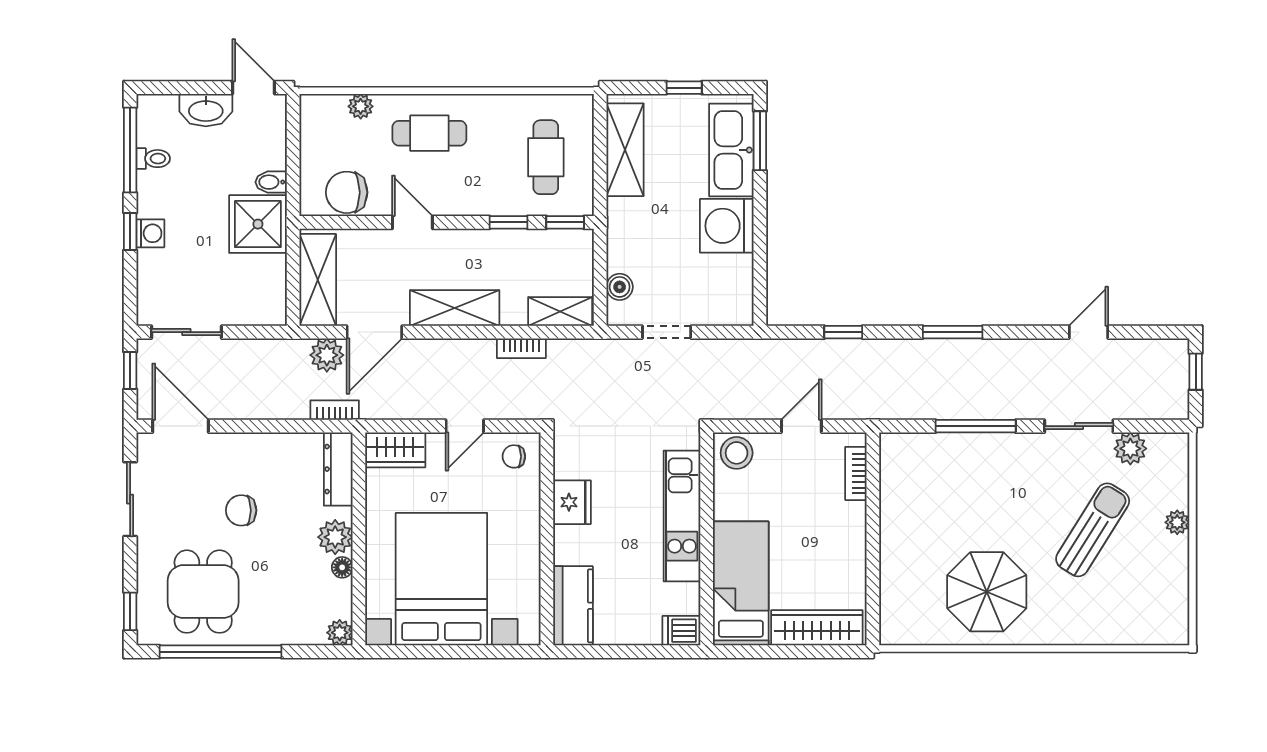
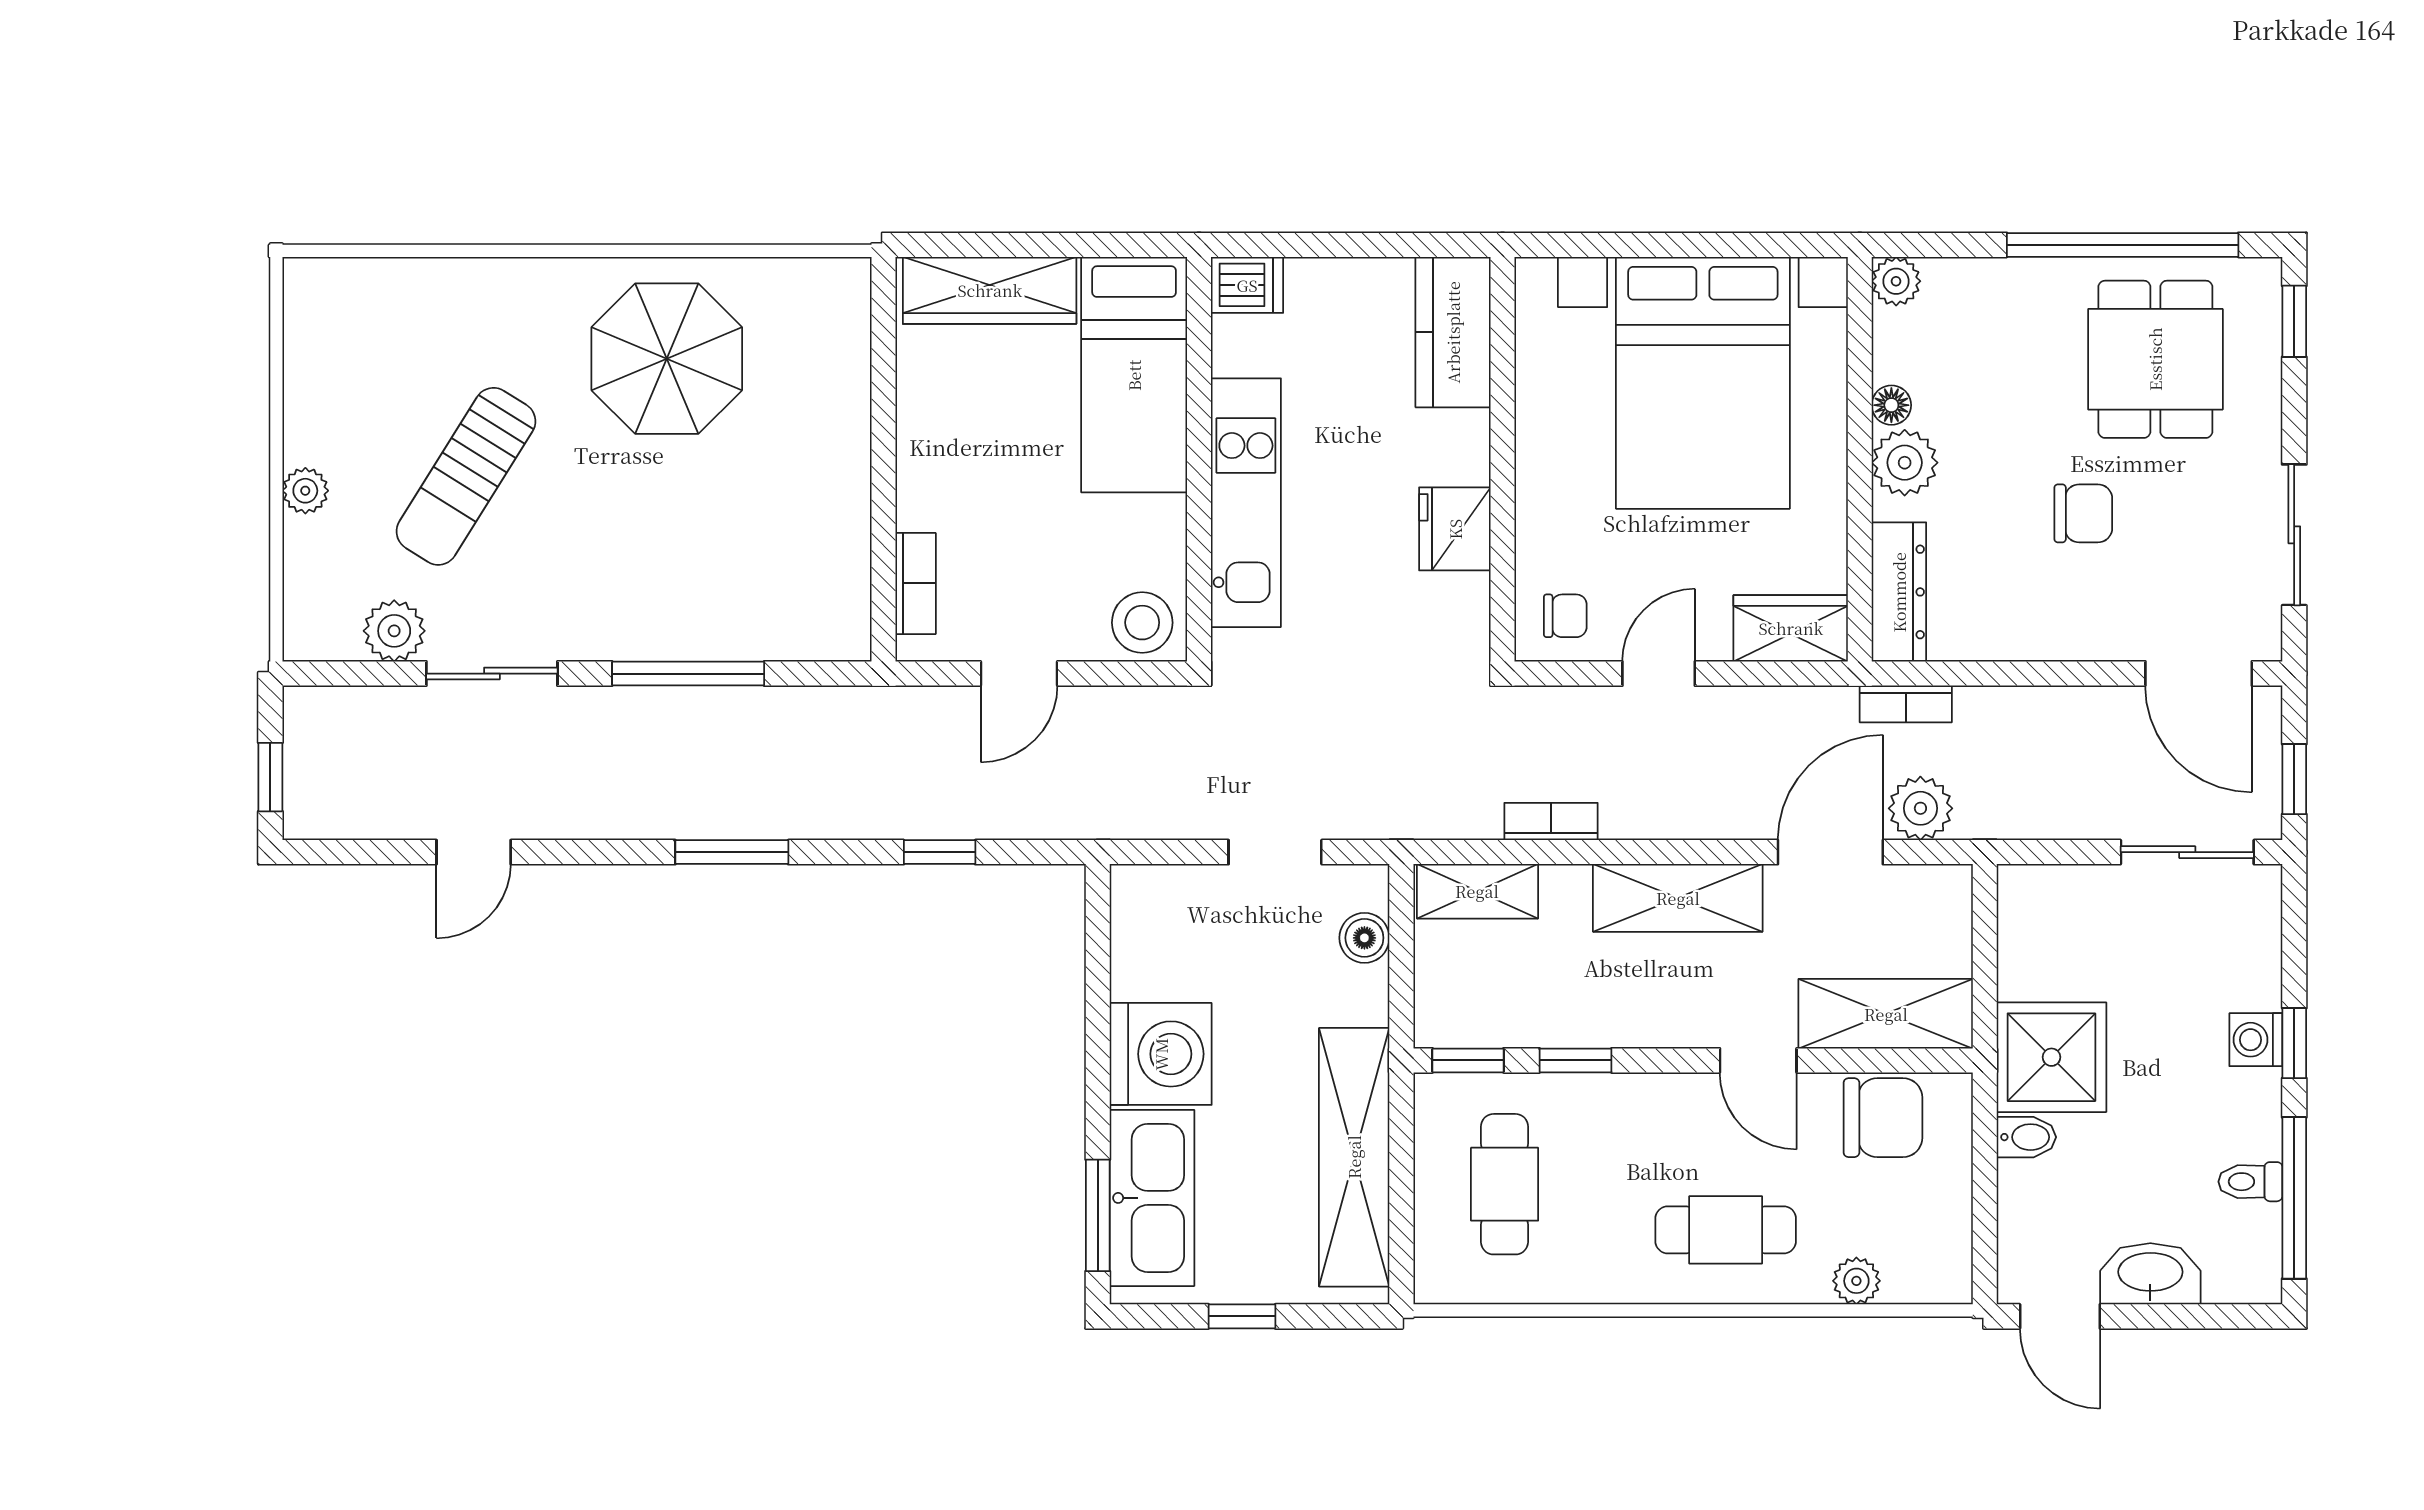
shelving: (625, 150) -> (1354, 1157), width x1.47
shelving: (318, 280) -> (1886, 1014), moved, turned 90

